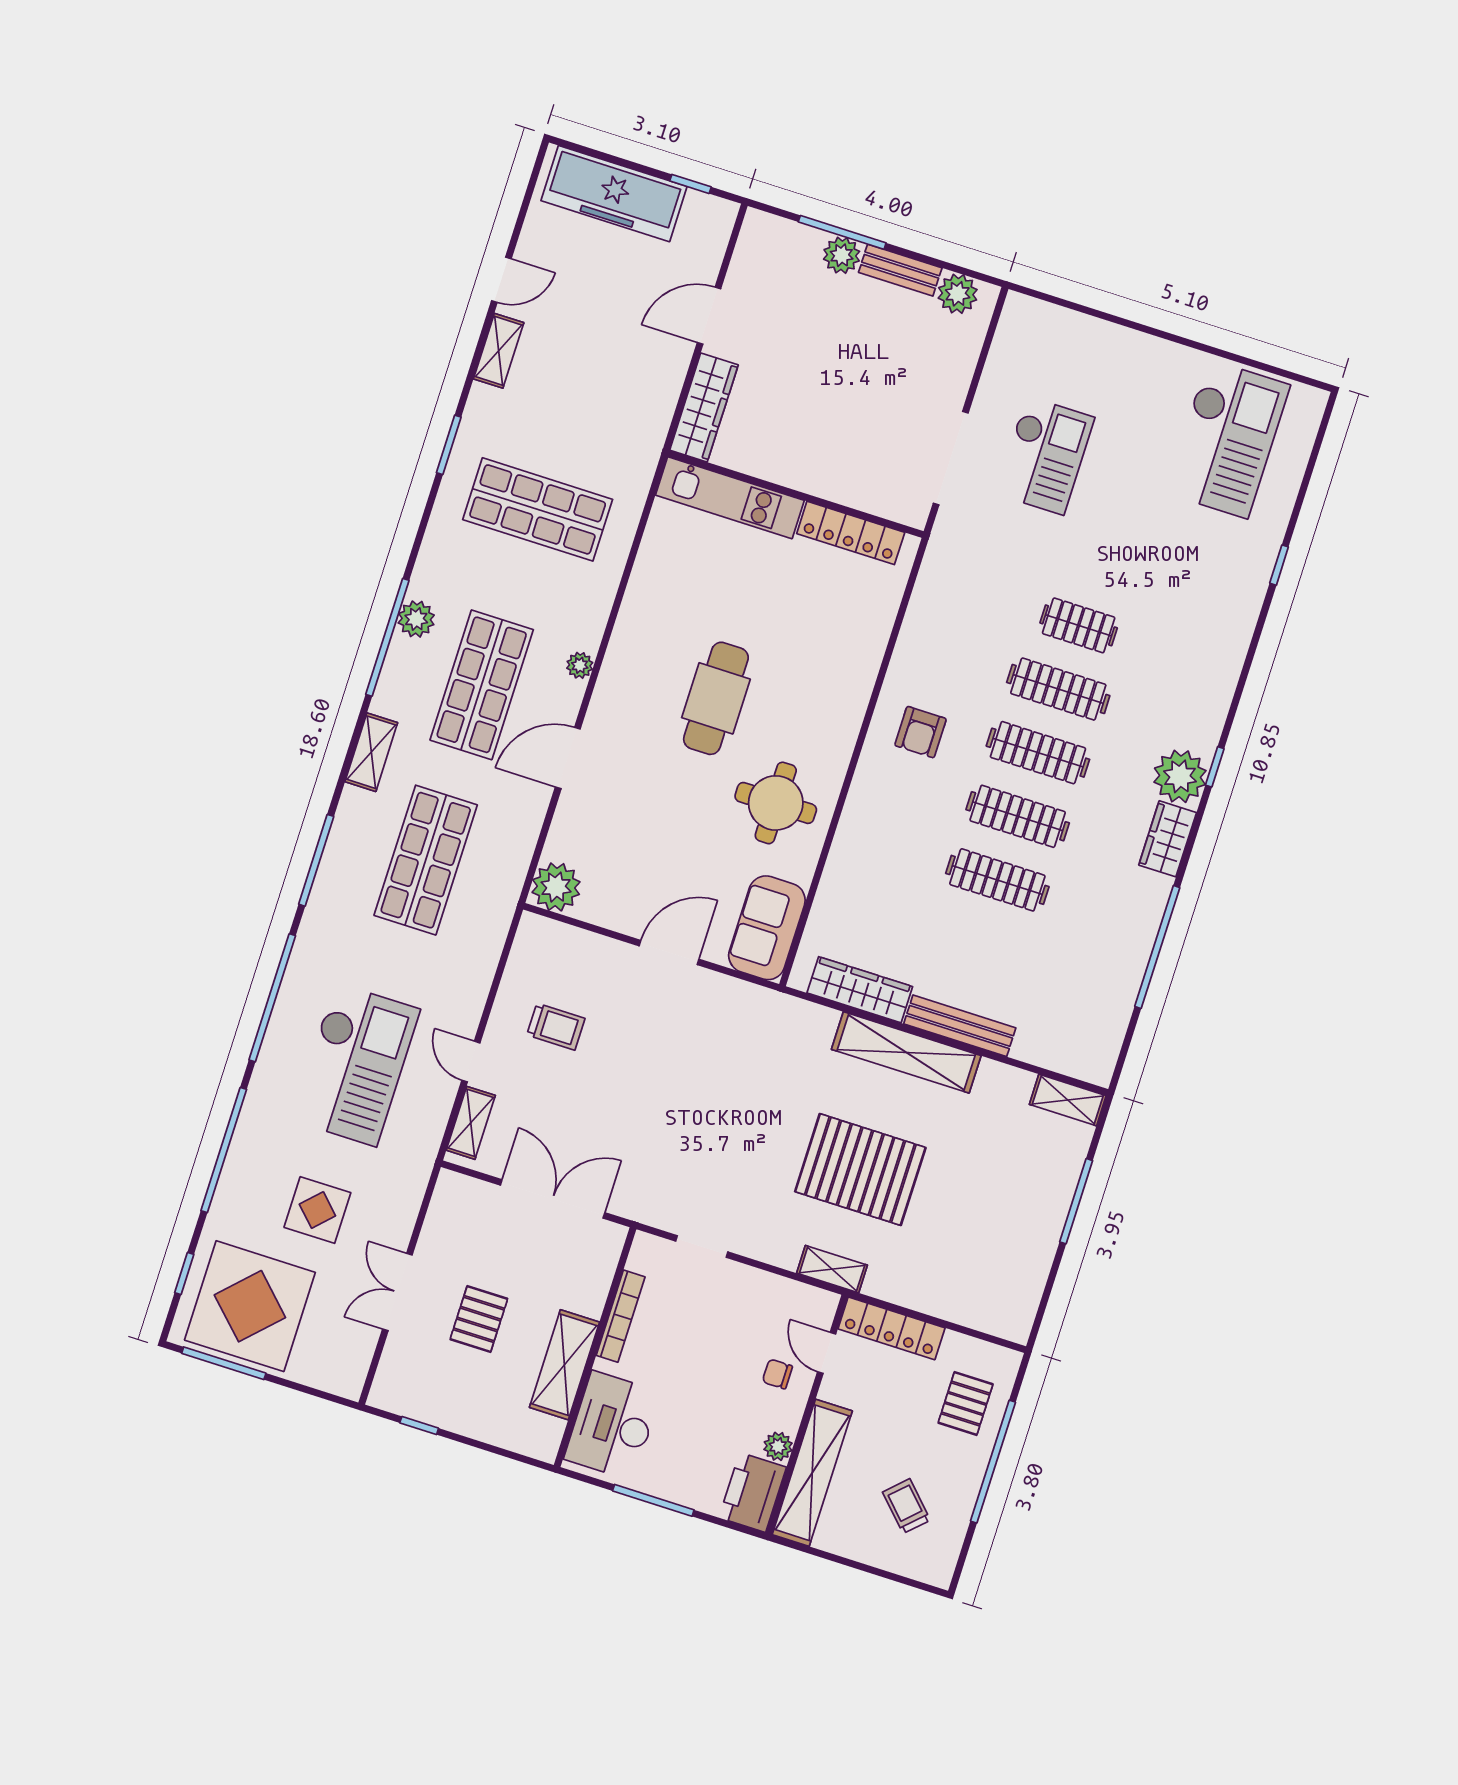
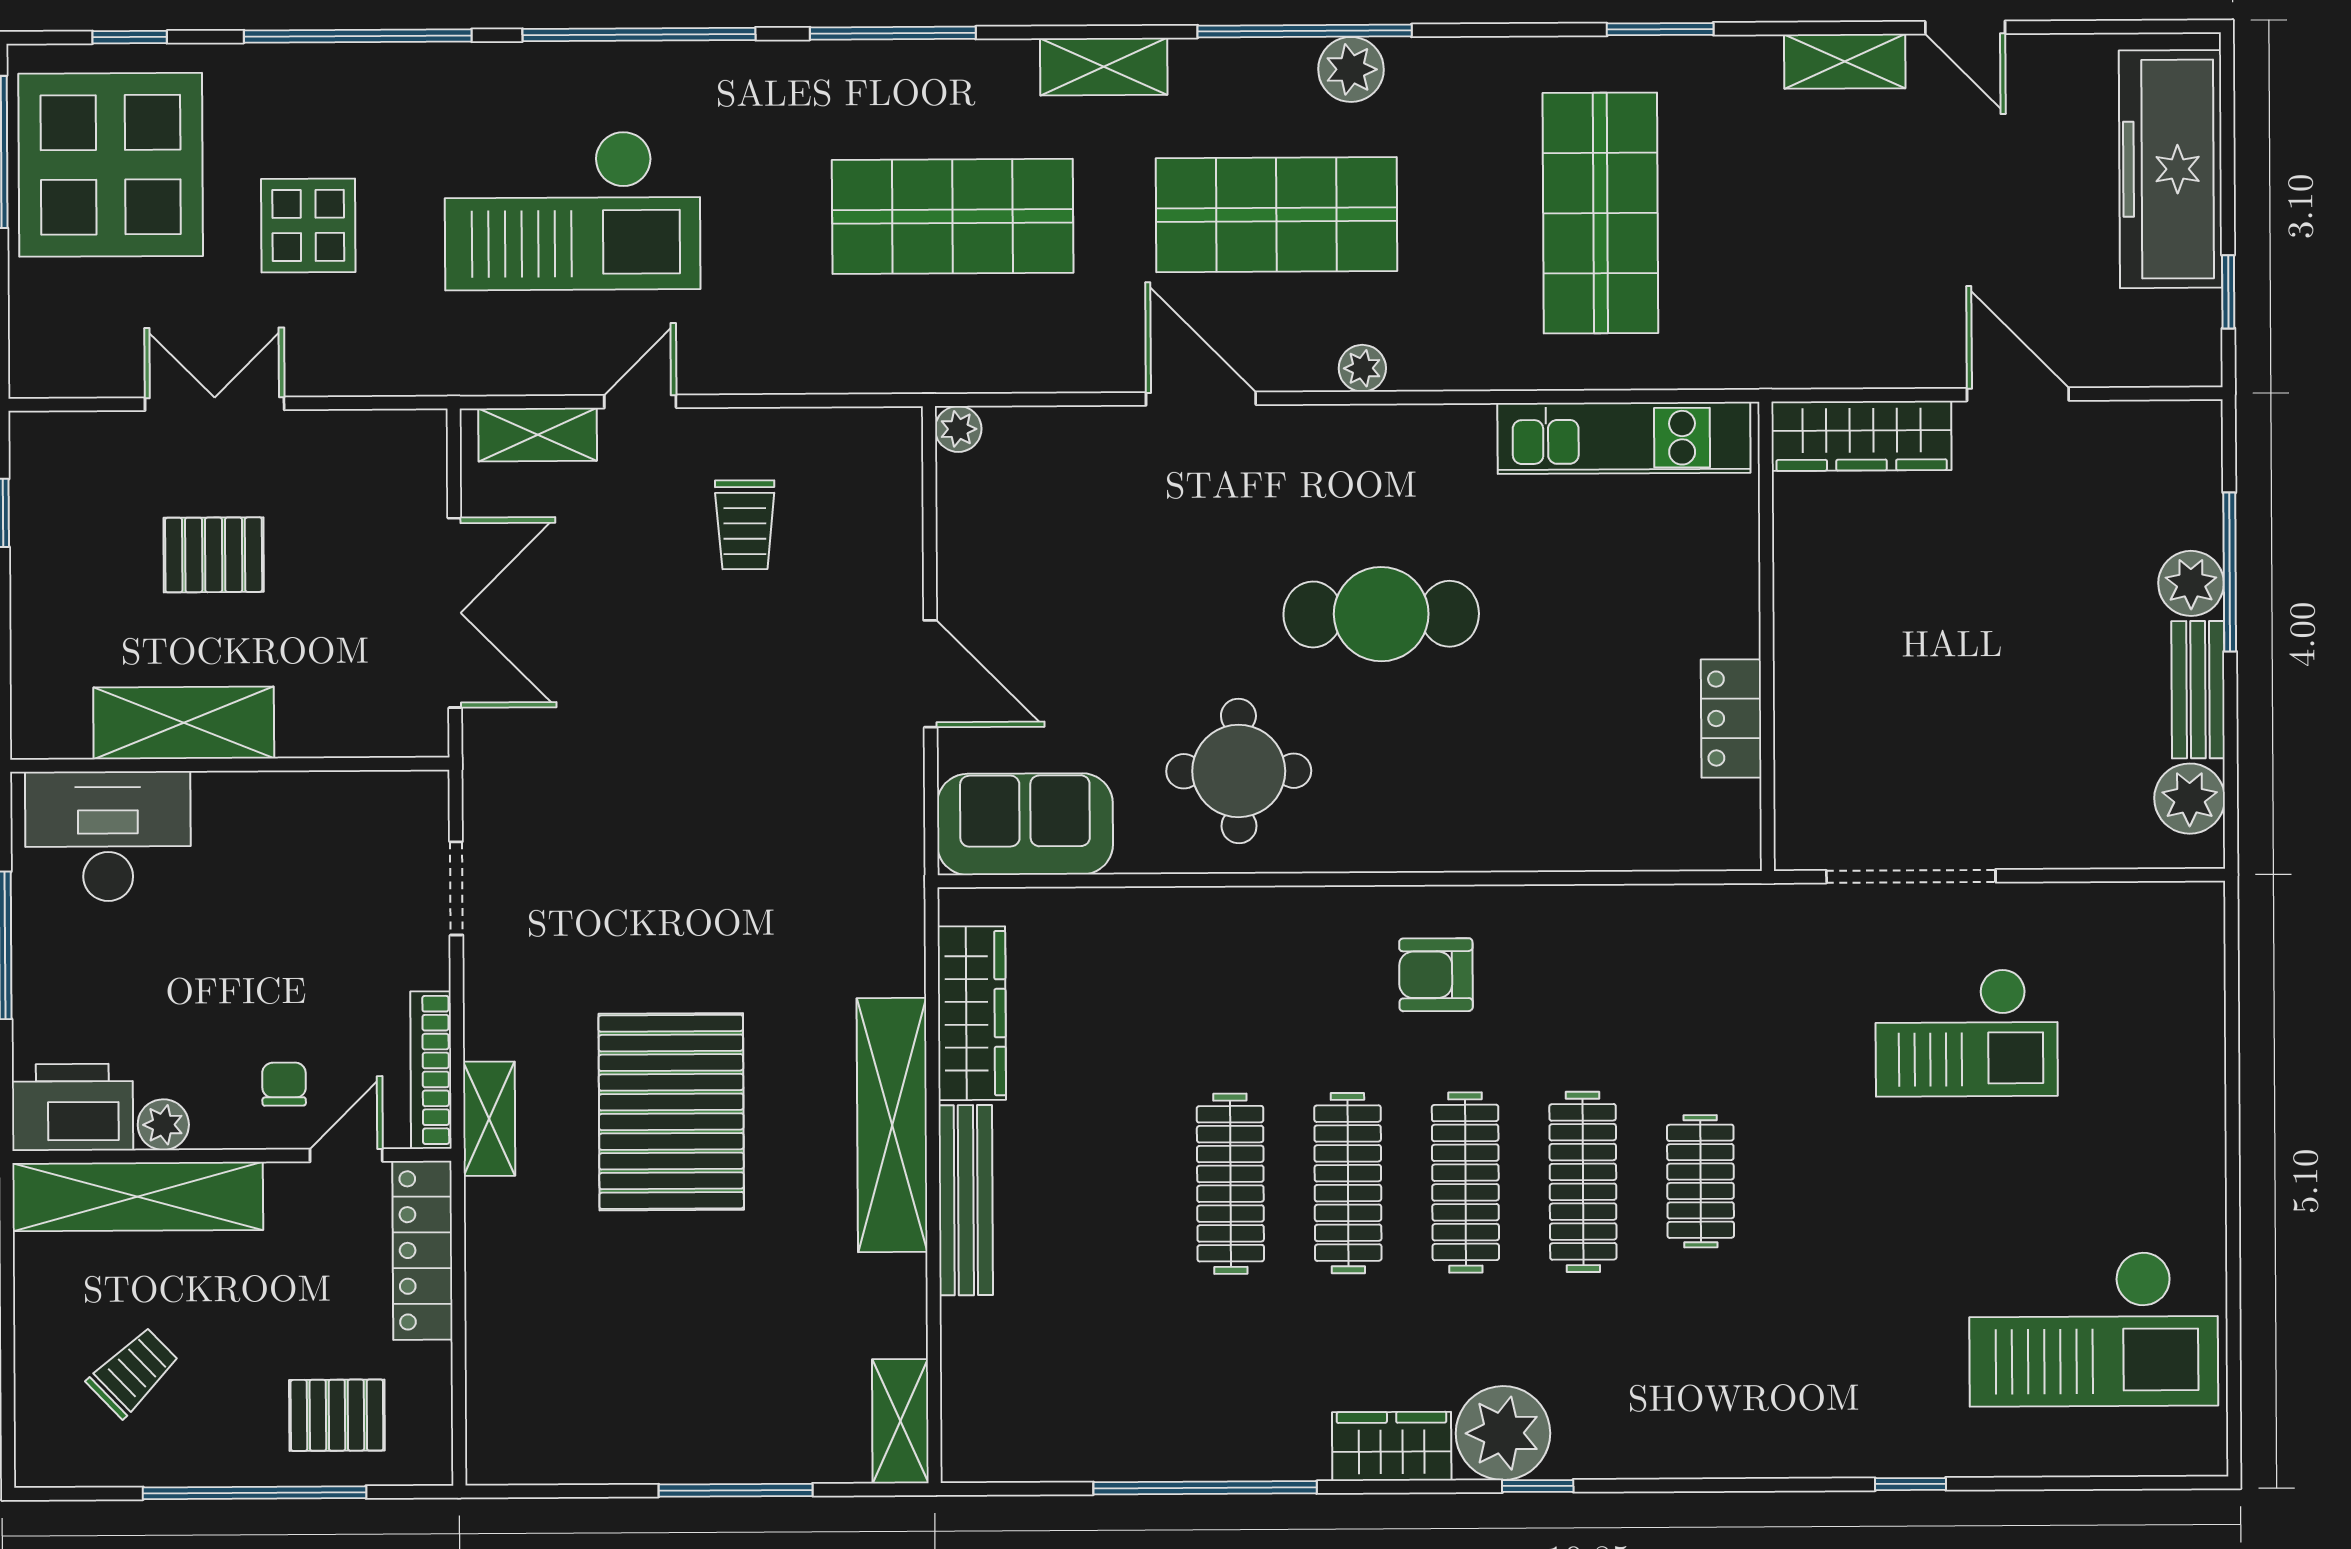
kitchen unit: (730, 498) -> (1624, 438), moved, turned -90
locker: (851, 533) -> (1731, 718), width x0.66
plant: (556, 887) -> (958, 429), width x0.53, depth x0.53
bookcase: (621, 1316) -> (431, 1070), moved, turned 90

